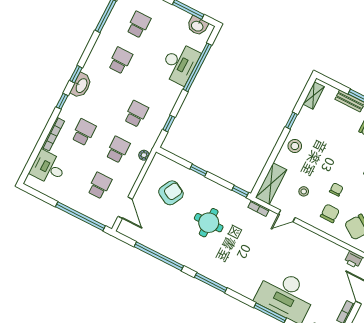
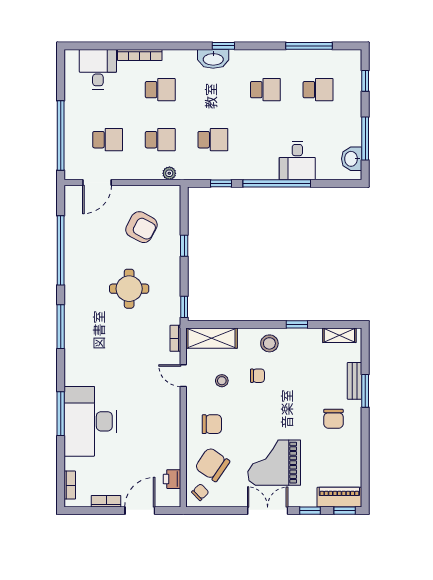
desk: (180, 63) -> (297, 161), width x0.73
window: (197, 67) -> (277, 183), moved
window: (62, 101) -> (183, 46), removed
chair: (336, 189) -> (257, 376), moved

